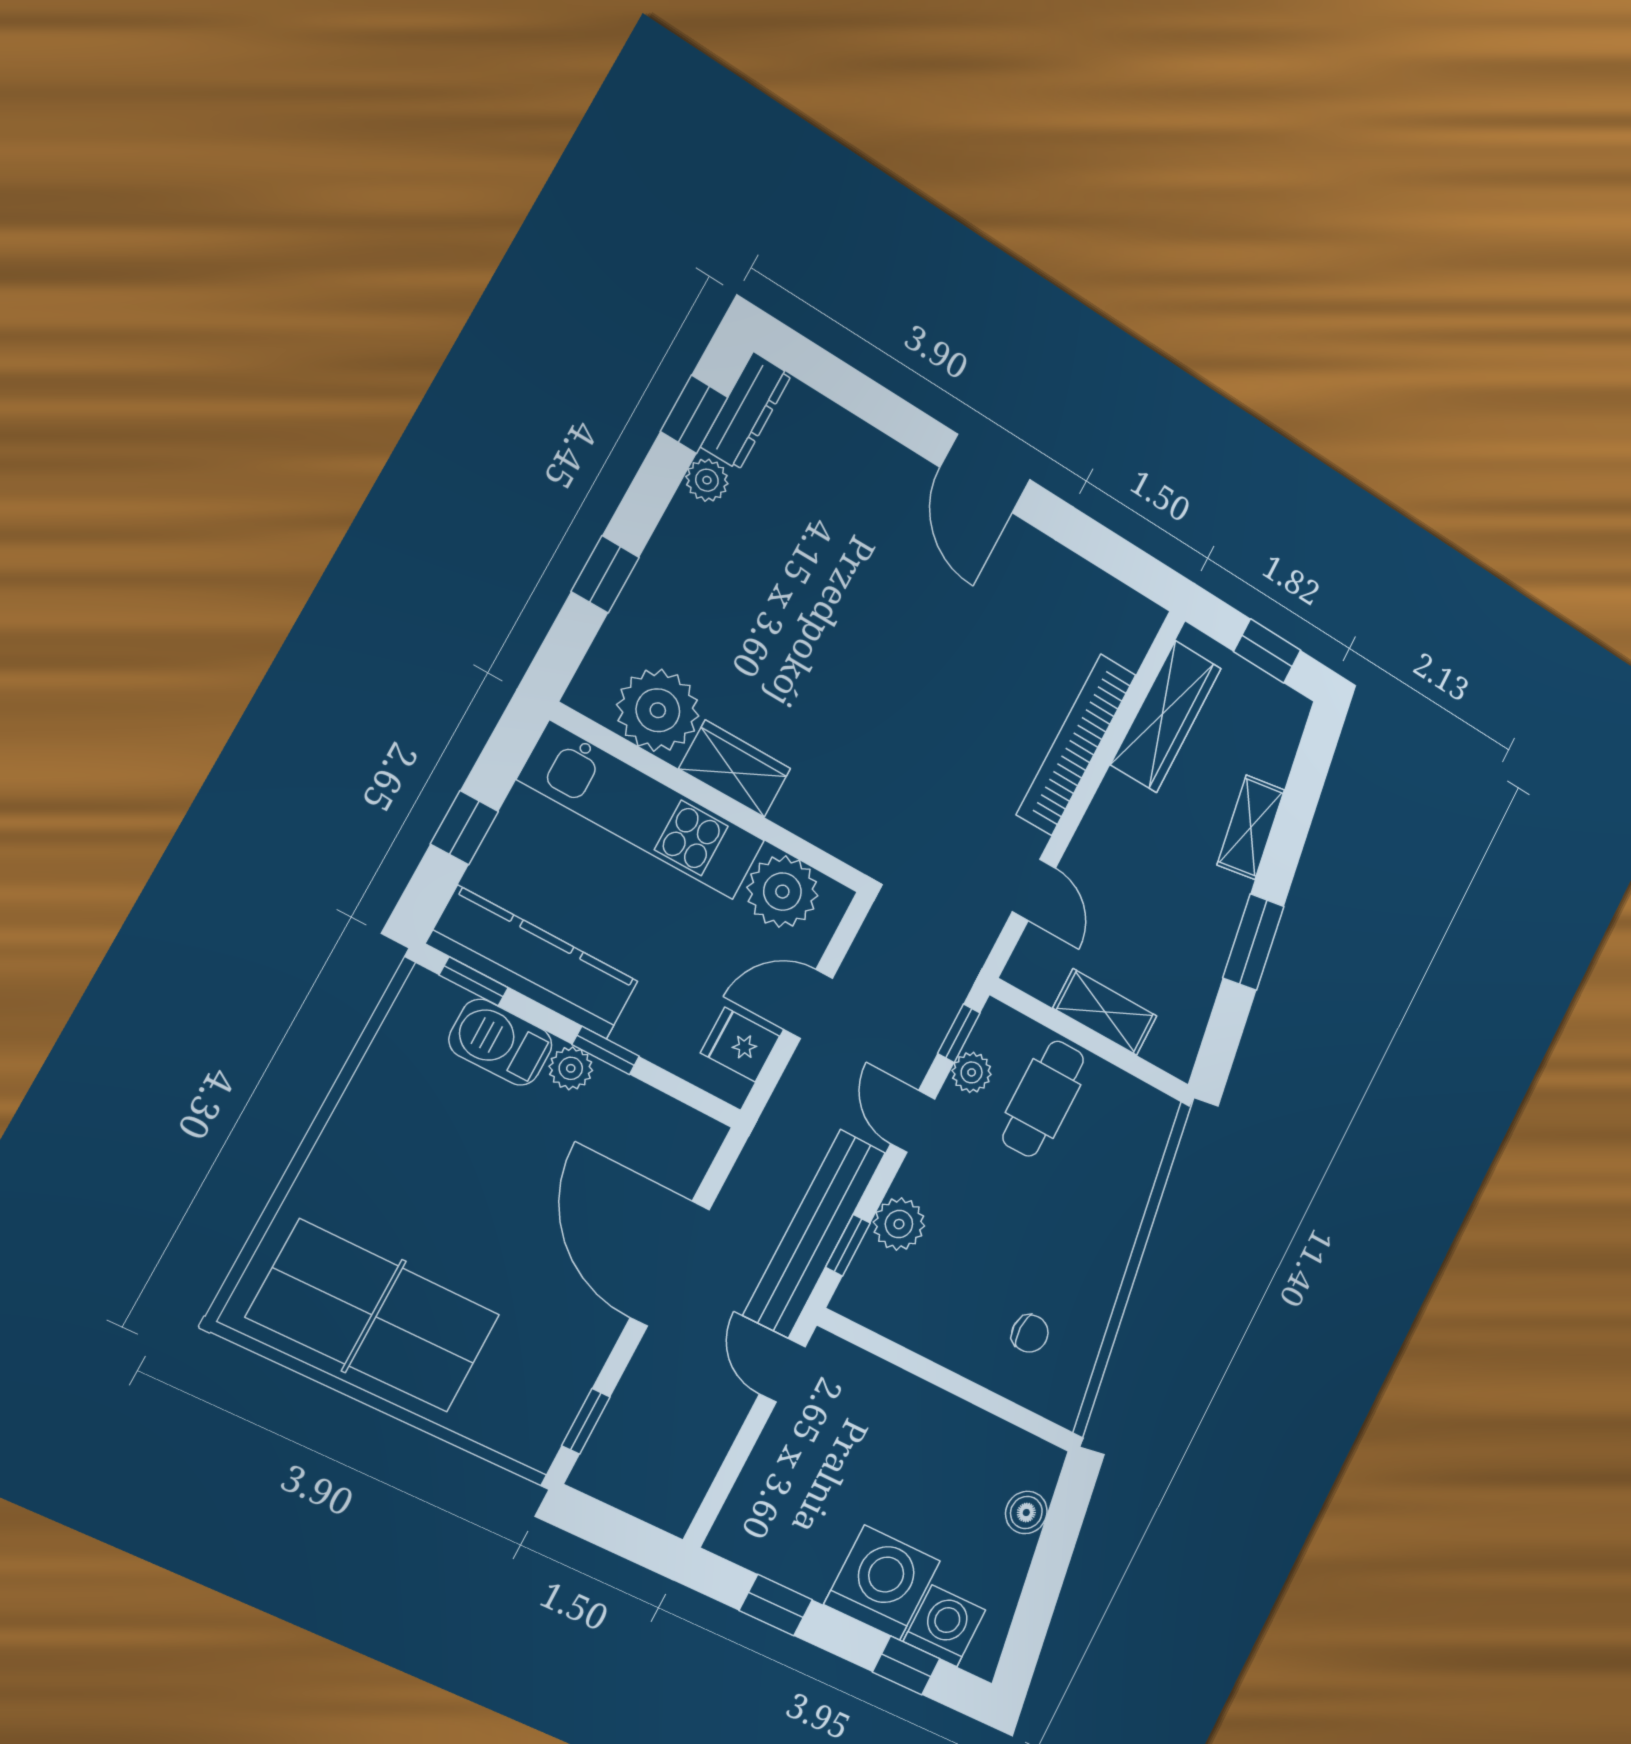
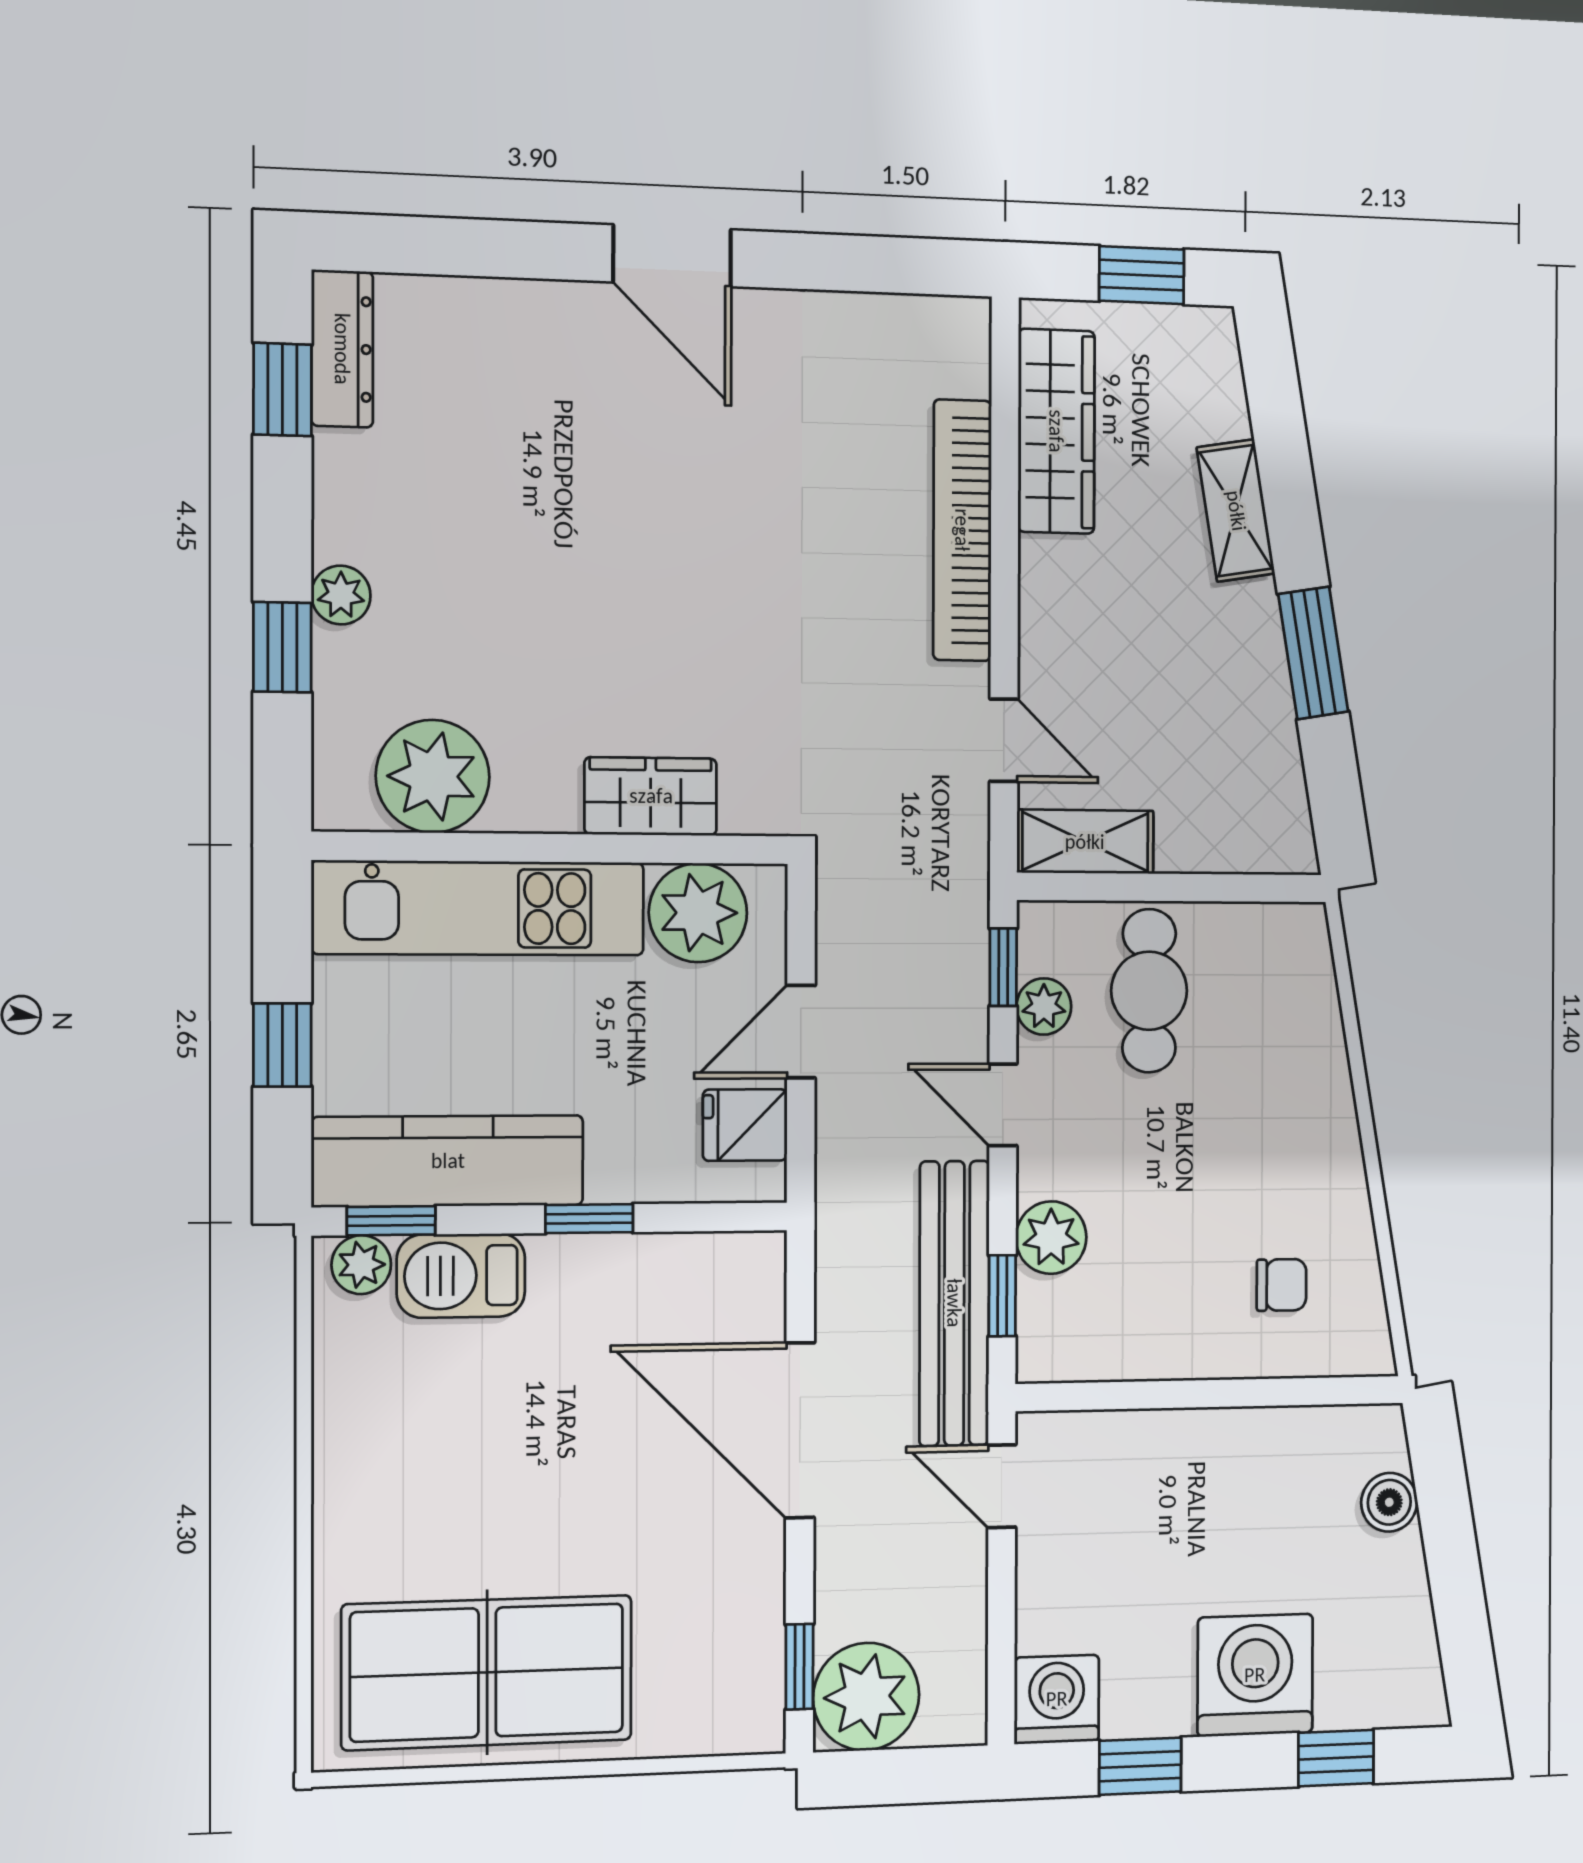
plant: (707, 480) -> (341, 595), moved
wardrobe: (735, 769) -> (651, 796), moved
shelving: (1105, 1012) -> (1085, 842), moved
plant: (571, 1068) -> (361, 1265), moved
plant: (620, 1465) -> (866, 1697), added
washing machine: (944, 1626) -> (1057, 1699), moved

